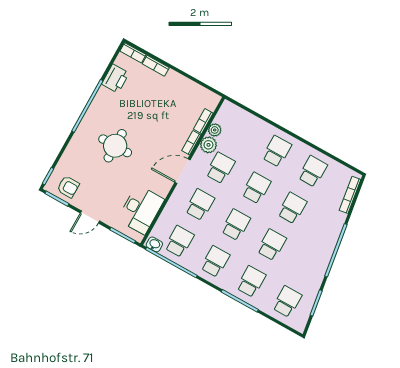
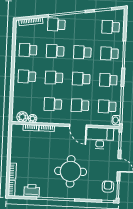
plant: (208, 145) -> (22, 117), moved
round table: (115, 146) -> (71, 171), width x1.36, depth x1.36
door: (182, 171) -> (78, 126), moved
school desk: (328, 228) -> (56, 25), added

